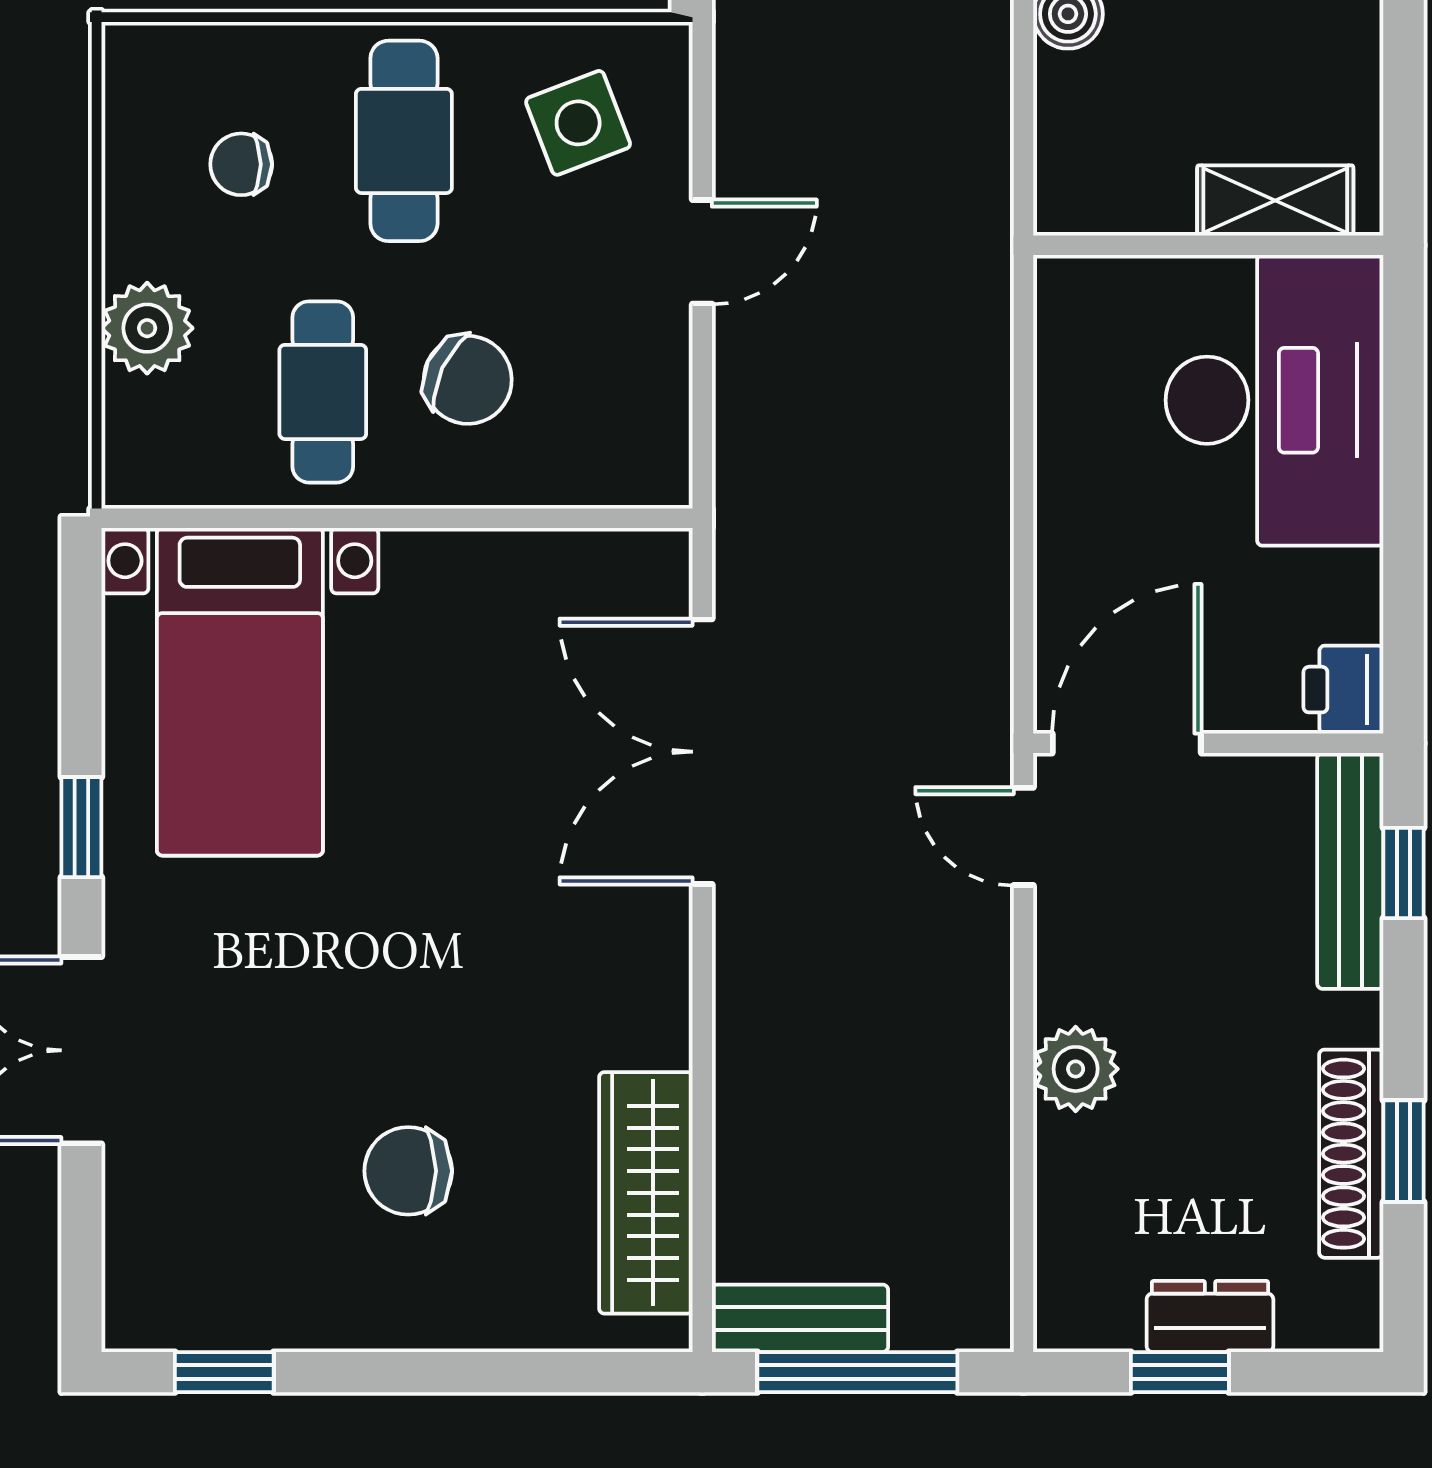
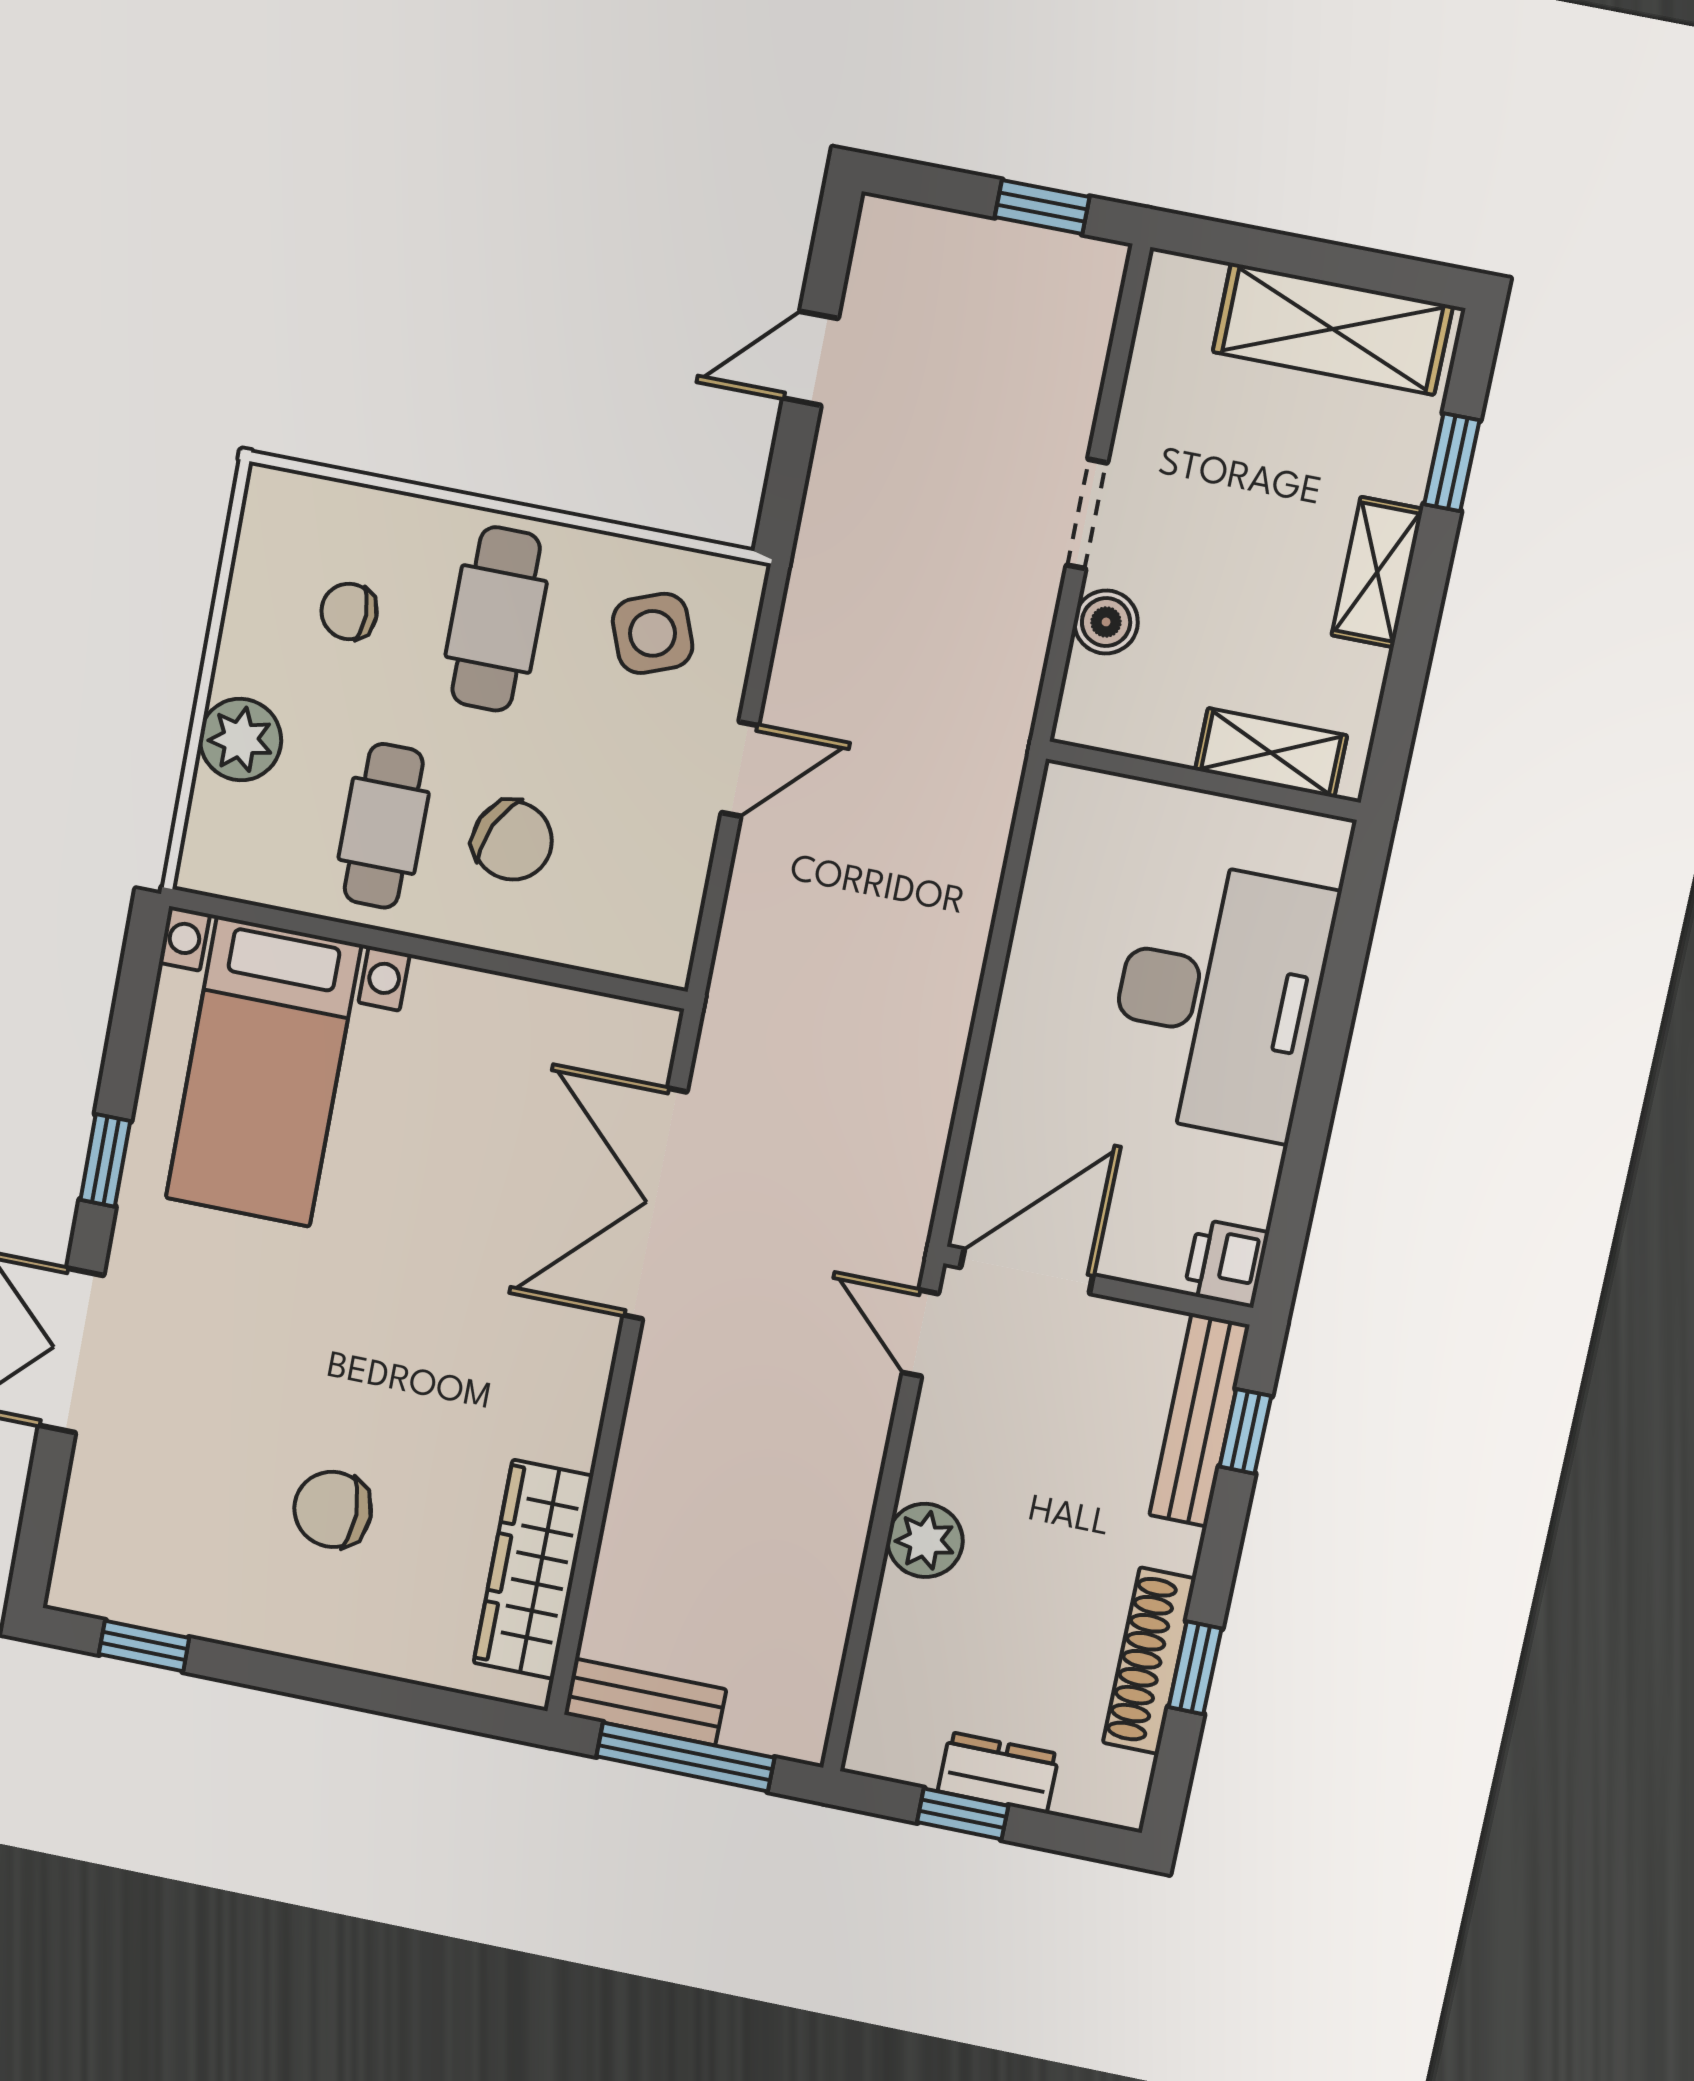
shelving: (1275, 200) -> (1271, 753), moved
wall: (1208, 245) -> (1203, 781), moved

